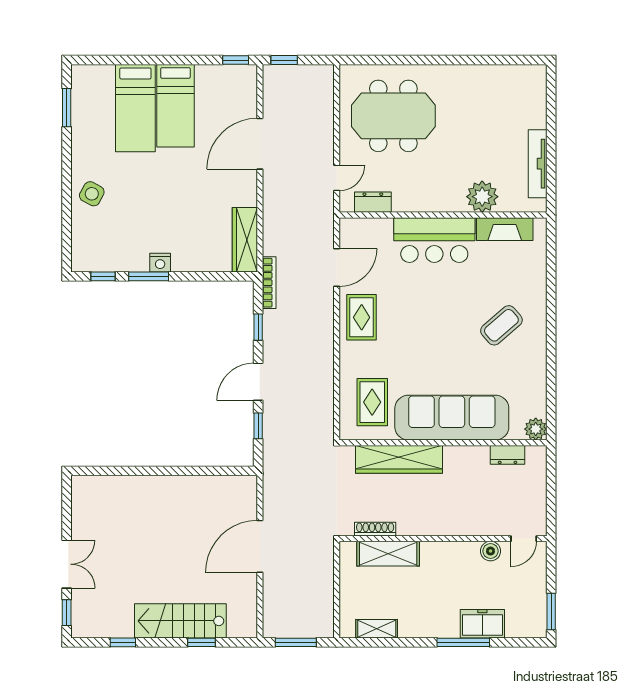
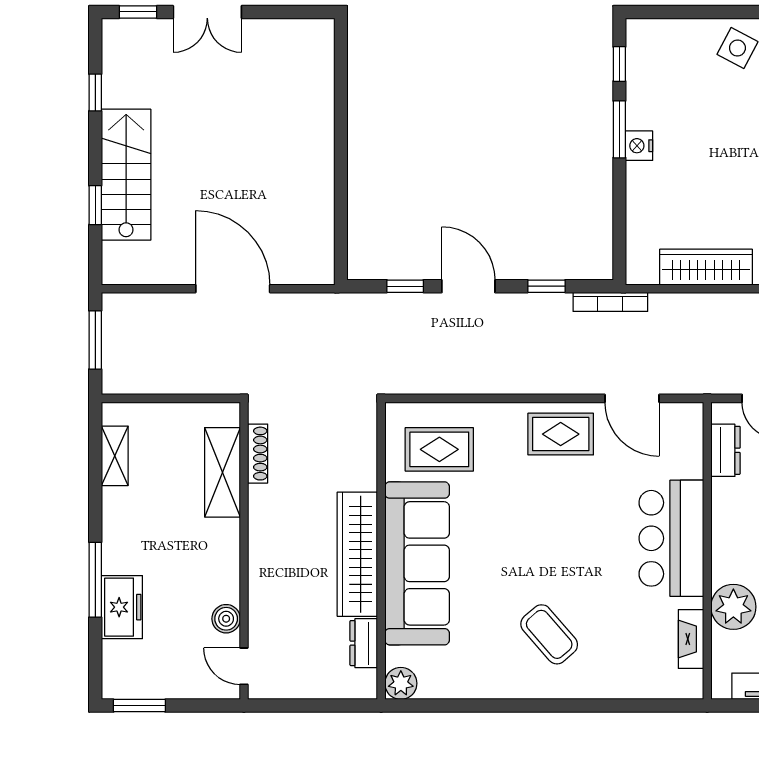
fireplace: (505, 229) -> (691, 639), width x0.73, depth x0.76
wardrobe: (245, 240) -> (706, 267), moved
wardrobe: (399, 459) -> (357, 554), moved

